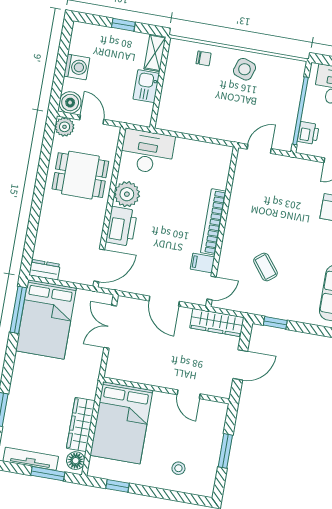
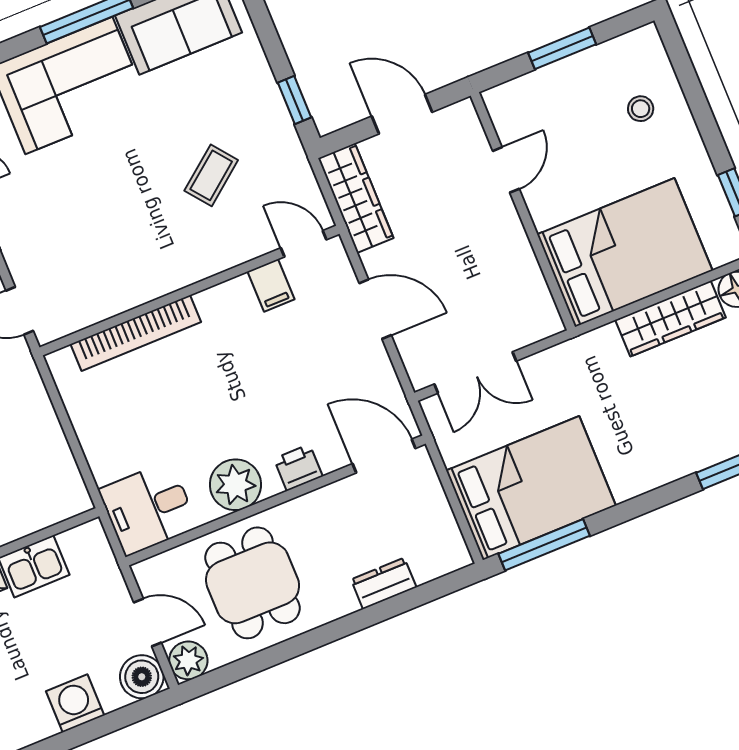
door: (92, 120) -> (147, 622), swing flipped
desk: (147, 152) -> (148, 508), width x0.73
bookcase: (213, 222) -> (136, 333), moved
printer: (122, 226) -> (298, 468), width x0.53, depth x0.68
dresser: (45, 270) -> (384, 583), moved, turned 90
door: (164, 301) -> (375, 309), hinge flipped

